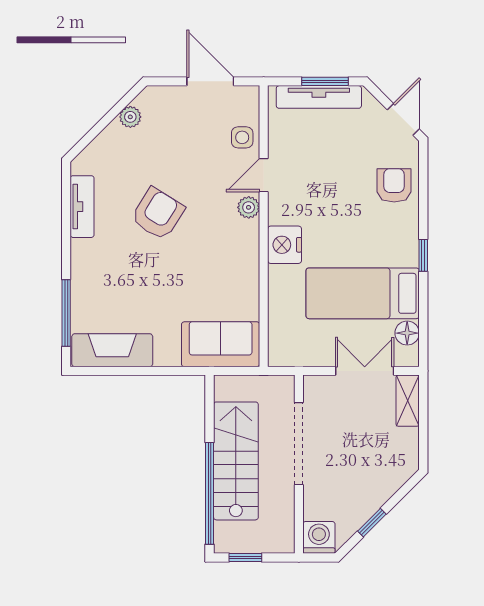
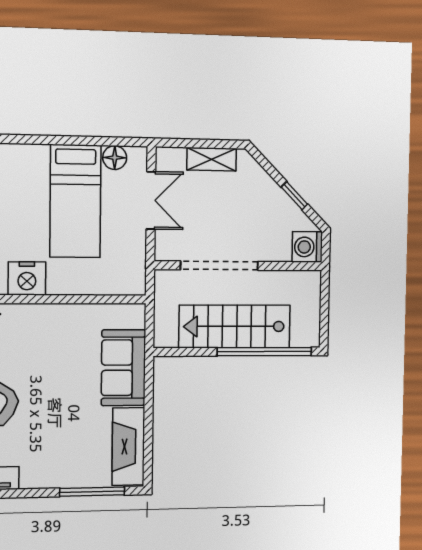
window: (423, 255) -> (38, 140), removed
sofa: (221, 344) -> (123, 368), moved
double door: (365, 371) -> (151, 200), swing flipped
shelving: (408, 401) -> (212, 159), moved
window: (245, 558) -> (324, 317), removed

